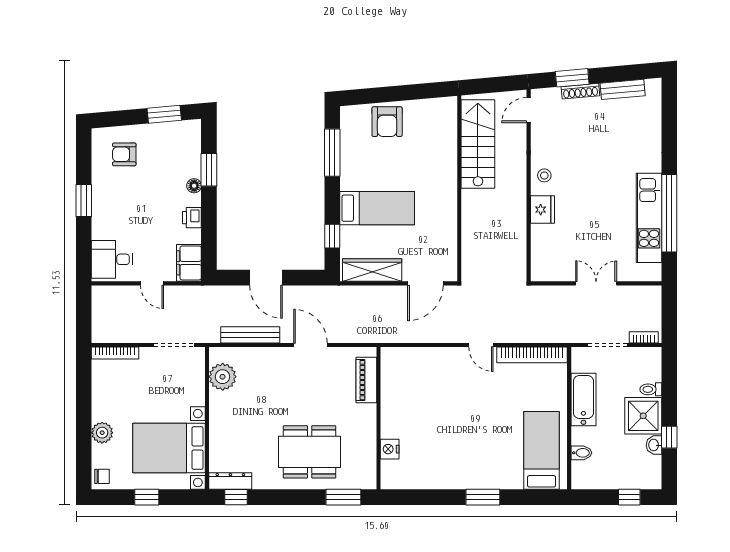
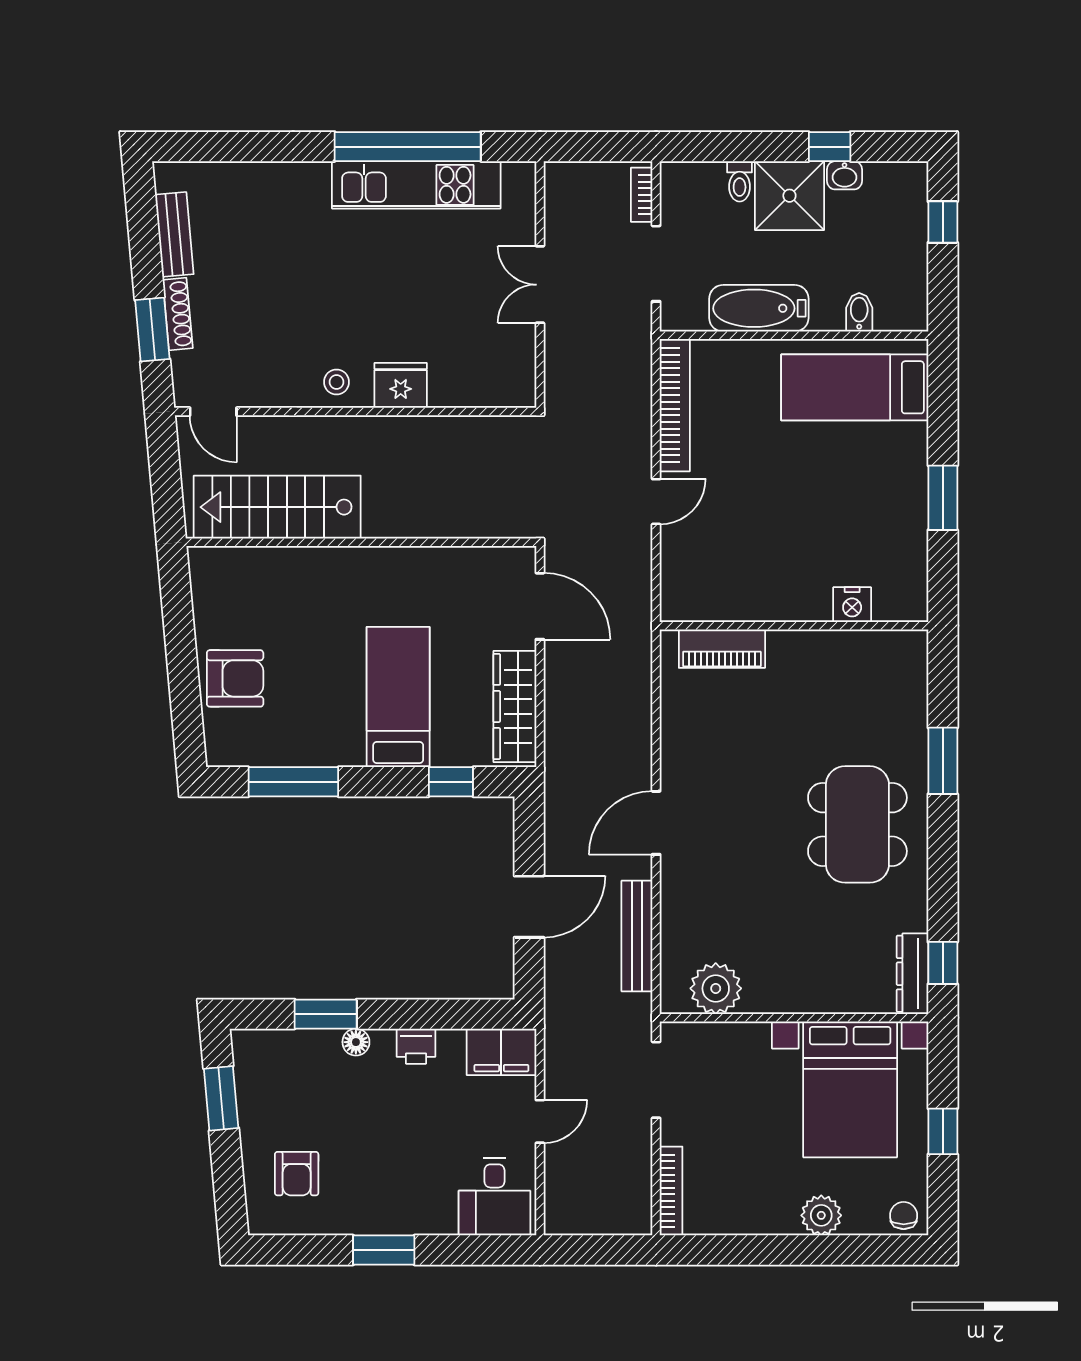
piano: (366, 380) -> (722, 649), moved
wall: (378, 418) -> (794, 626), moved
nightstand: (390, 449) -> (852, 605), moved

